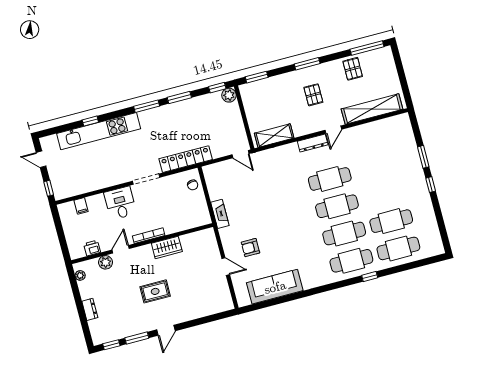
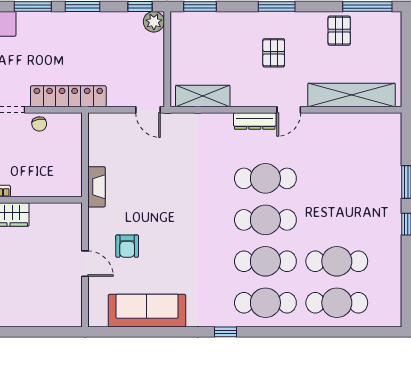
chair: (193, 185) -> (39, 124), moved
armchair: (250, 248) -> (127, 246), turned -90
window: (370, 276) -> (225, 332), moved

